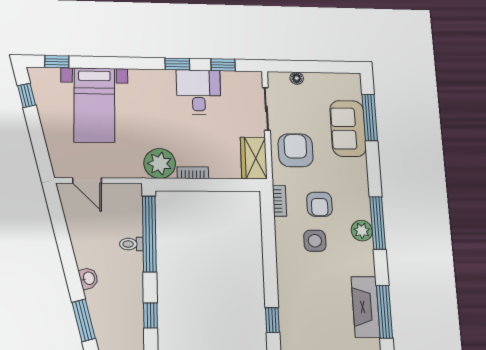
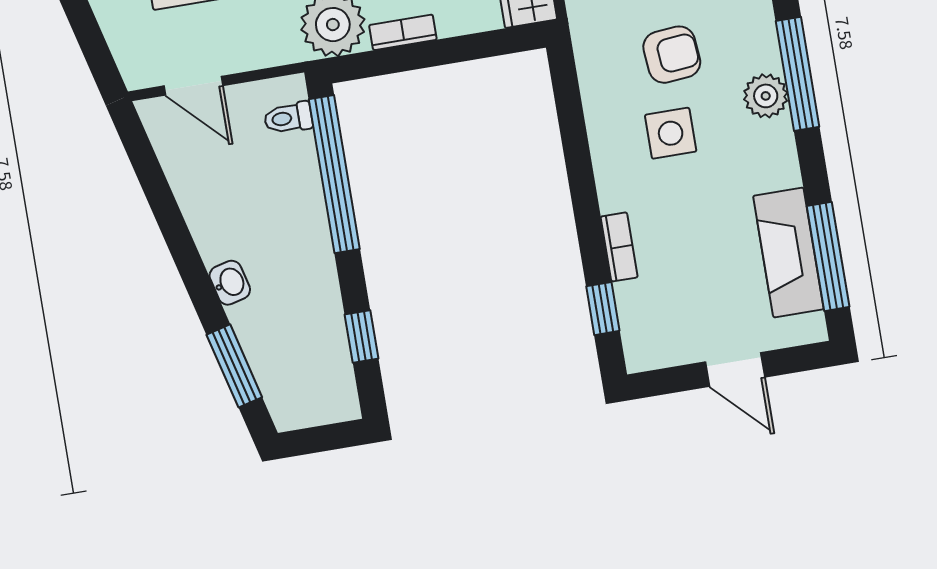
bookcase: (279, 201) -> (619, 247), moved
armchair: (319, 204) -> (672, 55), turned -95
toilet: (131, 244) -> (288, 118), moved

